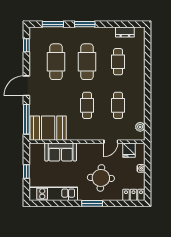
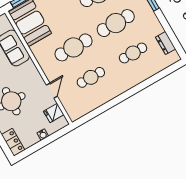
cafe table: (87, 105) -> (74, 47), width x1.37, depth x1.35
plant: (140, 127) -> (82, 111), removed
door: (111, 142) -> (52, 91), swing flipped

